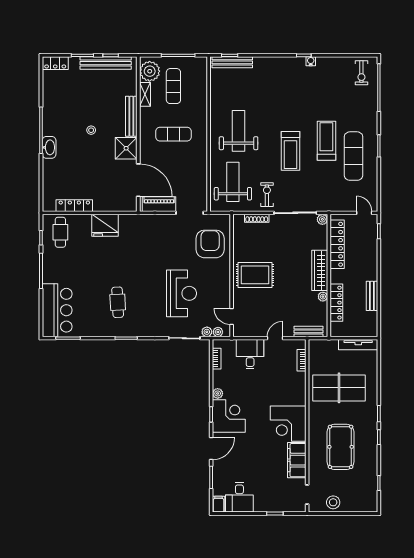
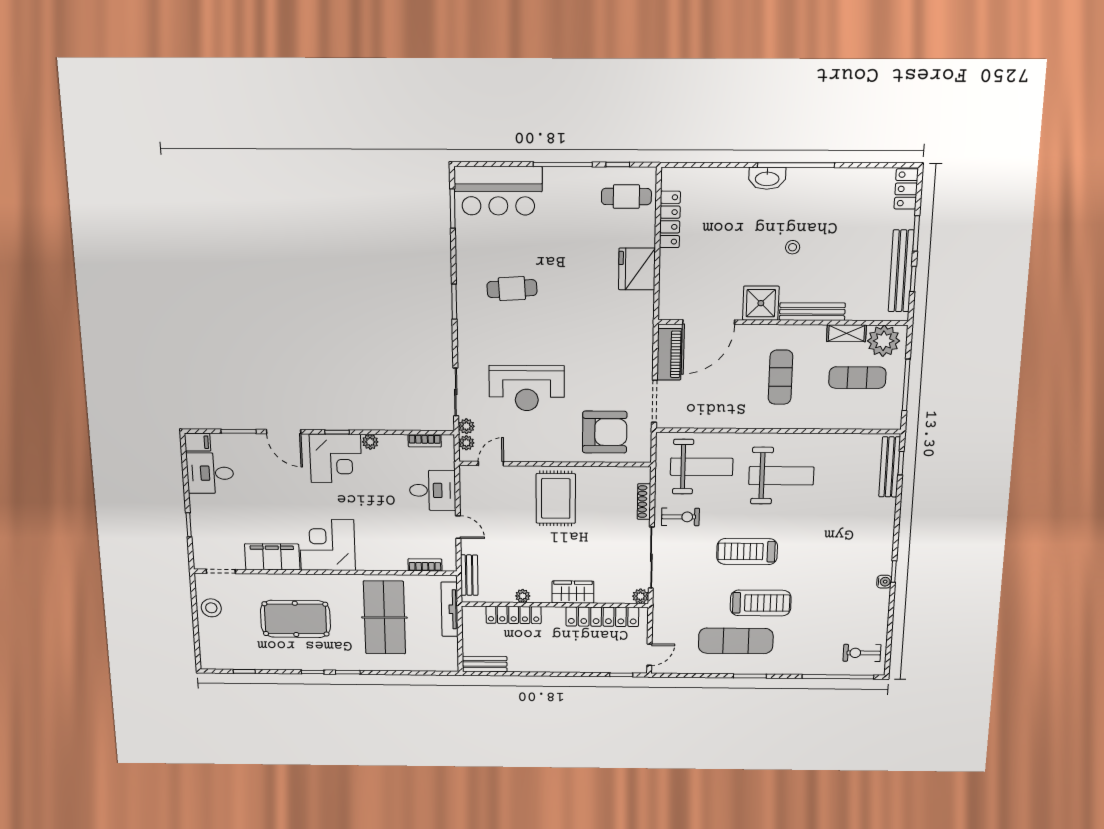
wardrobe: (320, 270) -> (573, 592), width x0.67
bench: (372, 296) -> (485, 664), moved
tv unit: (358, 345) -> (450, 609), moved

